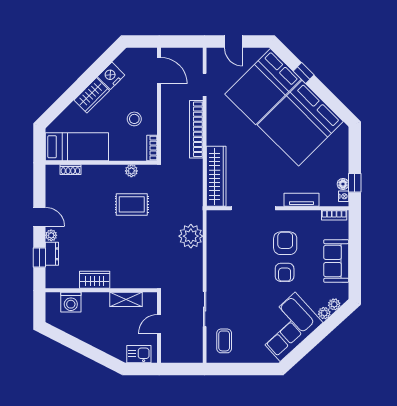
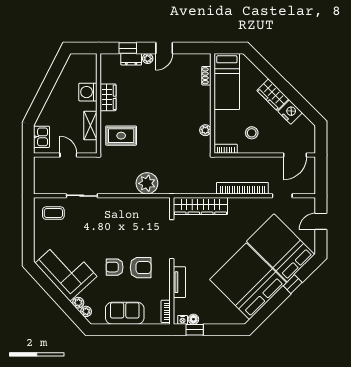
rug: (132, 204) -> (121, 136), moved, turned 90
washing machine: (71, 302) -> (88, 92), moved

